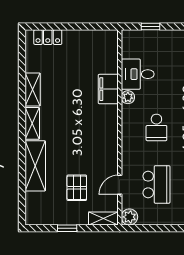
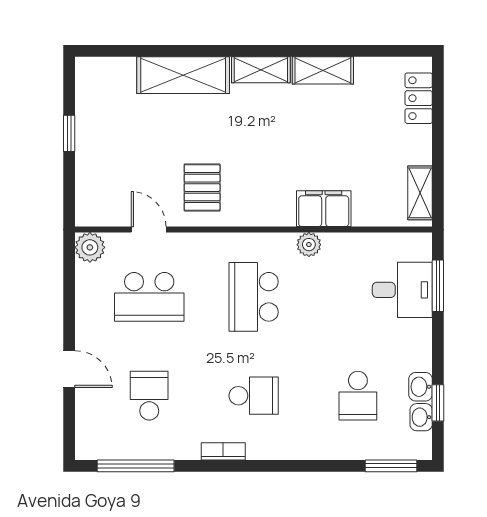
window: (150, 27) -> (438, 286), width x1.50
desk: (138, 74) -> (402, 290), moved, turned 90
school desk: (156, 127) -> (254, 297), width x1.85
pallet: (77, 188) -> (202, 188), moved, turned 90
shelving: (103, 218) -> (420, 193), moved

